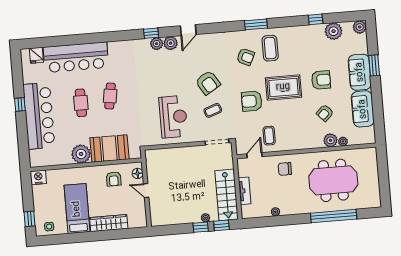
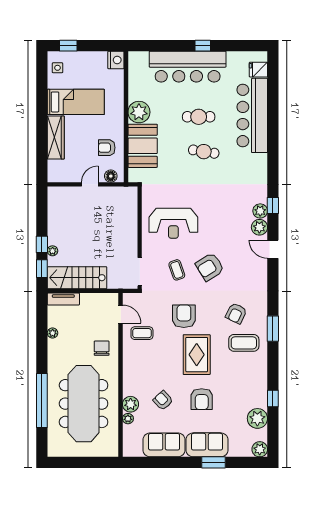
meeting table: (333, 180) -> (84, 404), width x1.36
tv unit: (245, 191) -> (63, 299), moved

